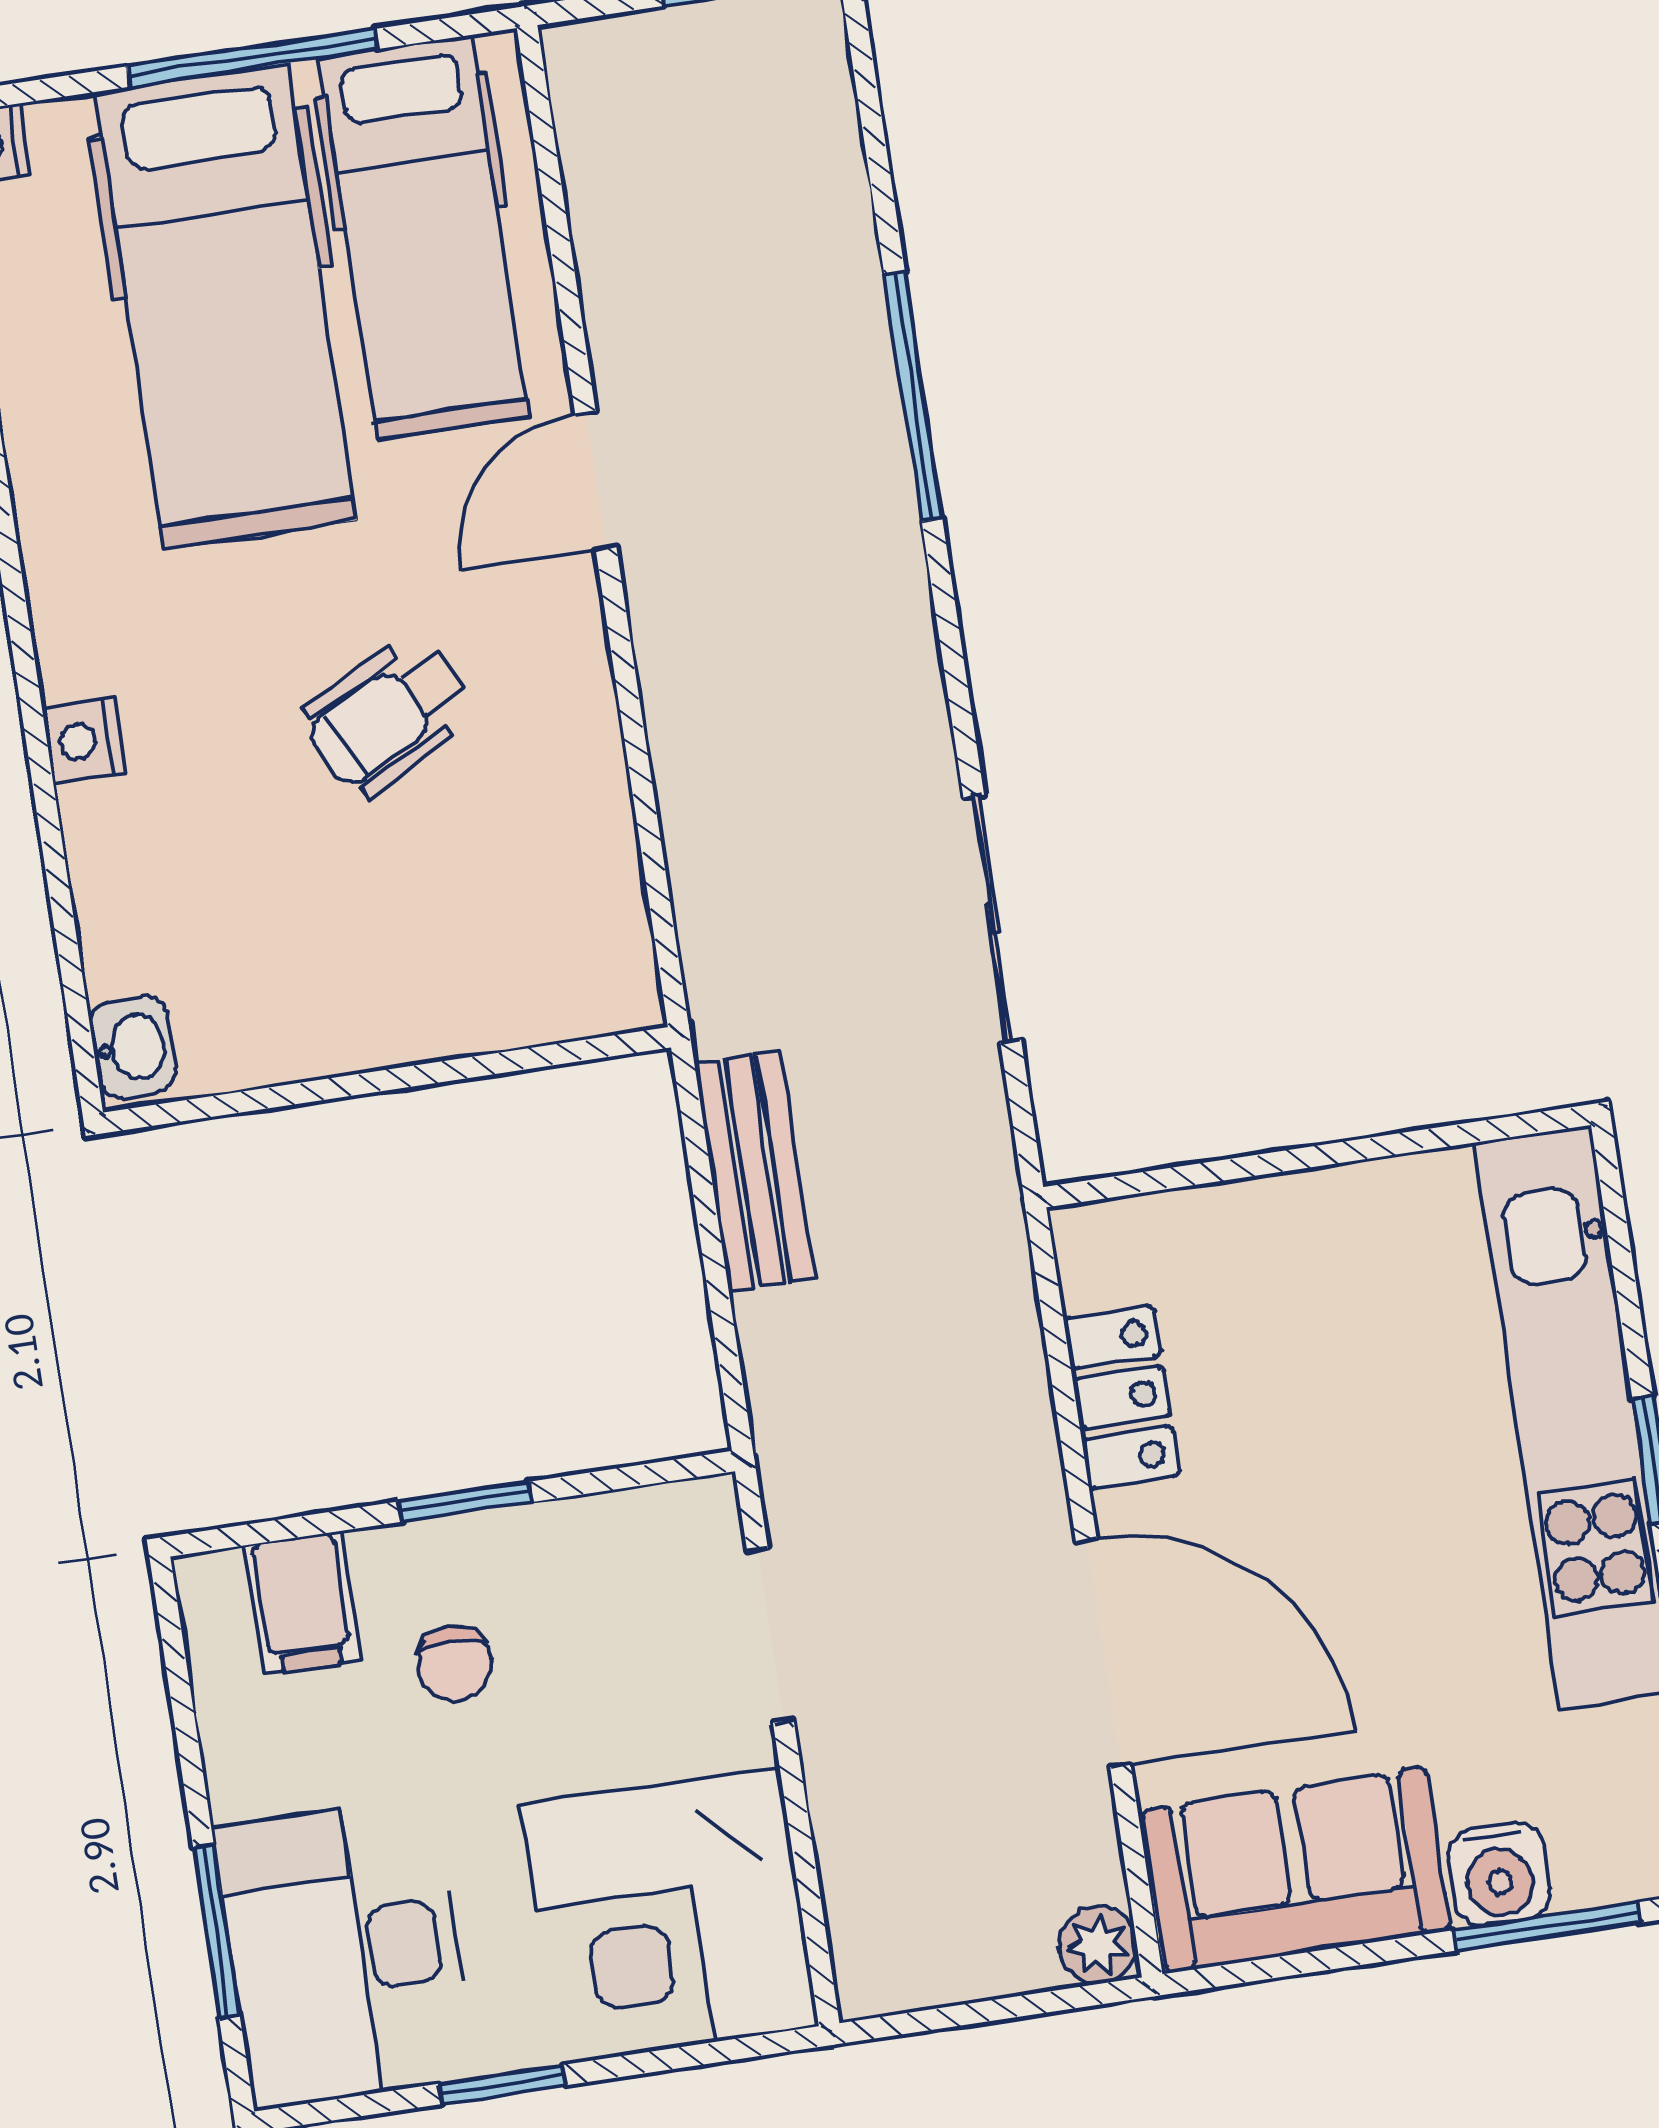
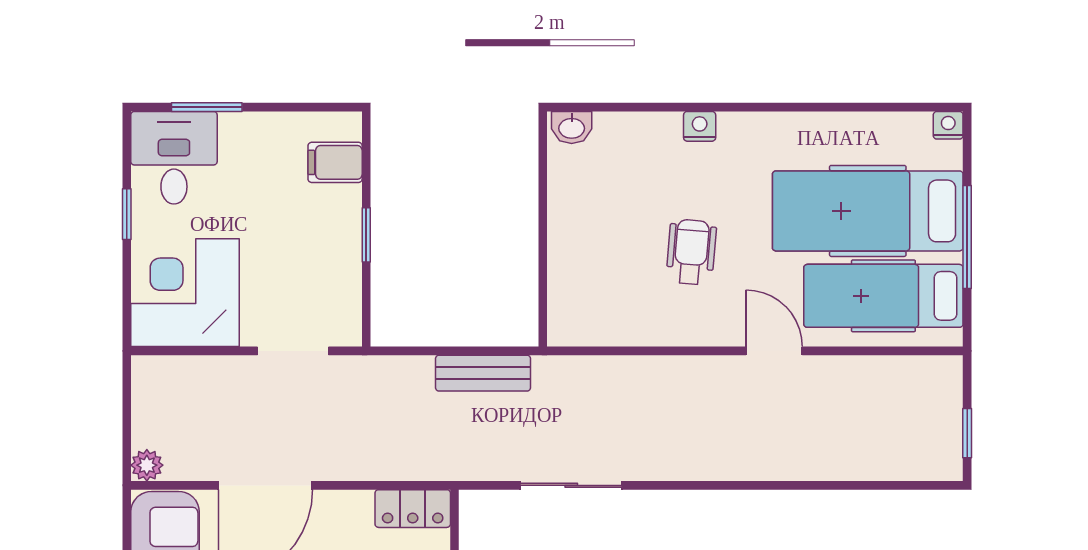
window: (913, 397) -> (788, 485), removed
wheelchair: (388, 715) -> (691, 252), turned 32
locker: (1122, 1397) -> (413, 509), moved
chair: (454, 1663) -> (301, 221), removed
desk: (344, 1953) -> (174, 158), width x0.73

